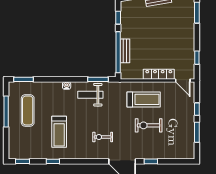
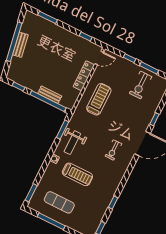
exercise bike: (149, 125) -> (141, 85), moved
treadmill: (59, 132) -> (77, 174), moved

